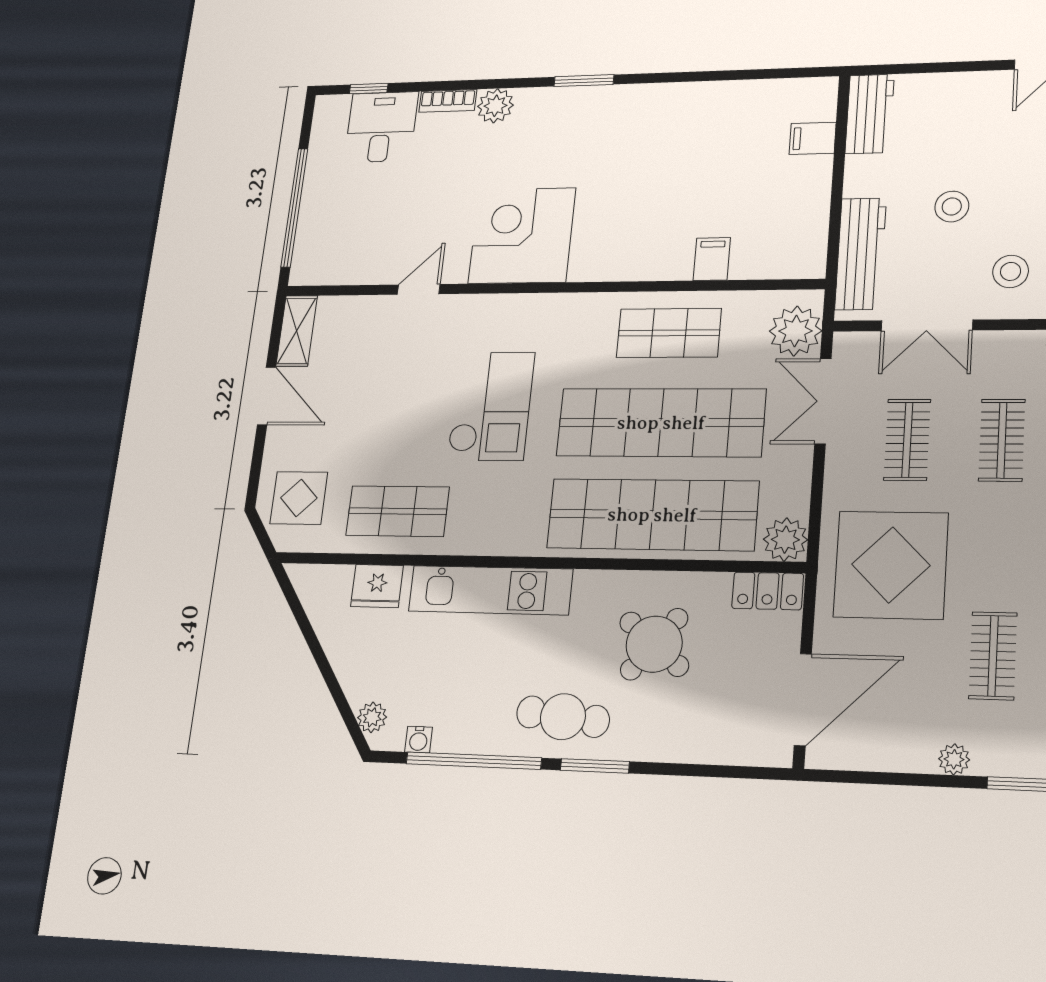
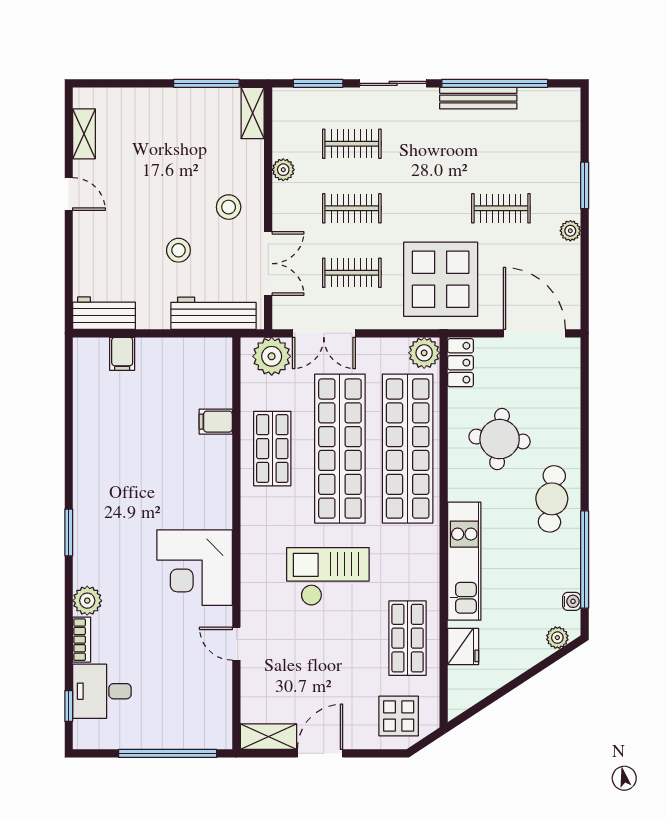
round table: (654, 644) -> (500, 439), turned -33
window: (595, 766) -> (585, 473), removed

